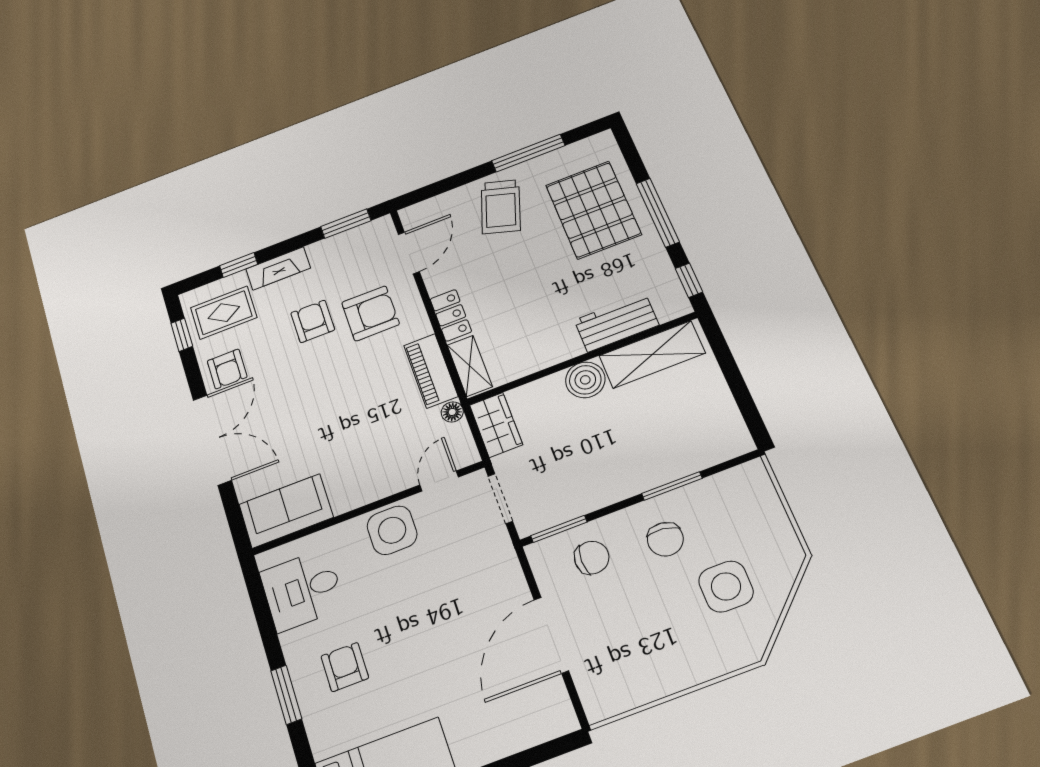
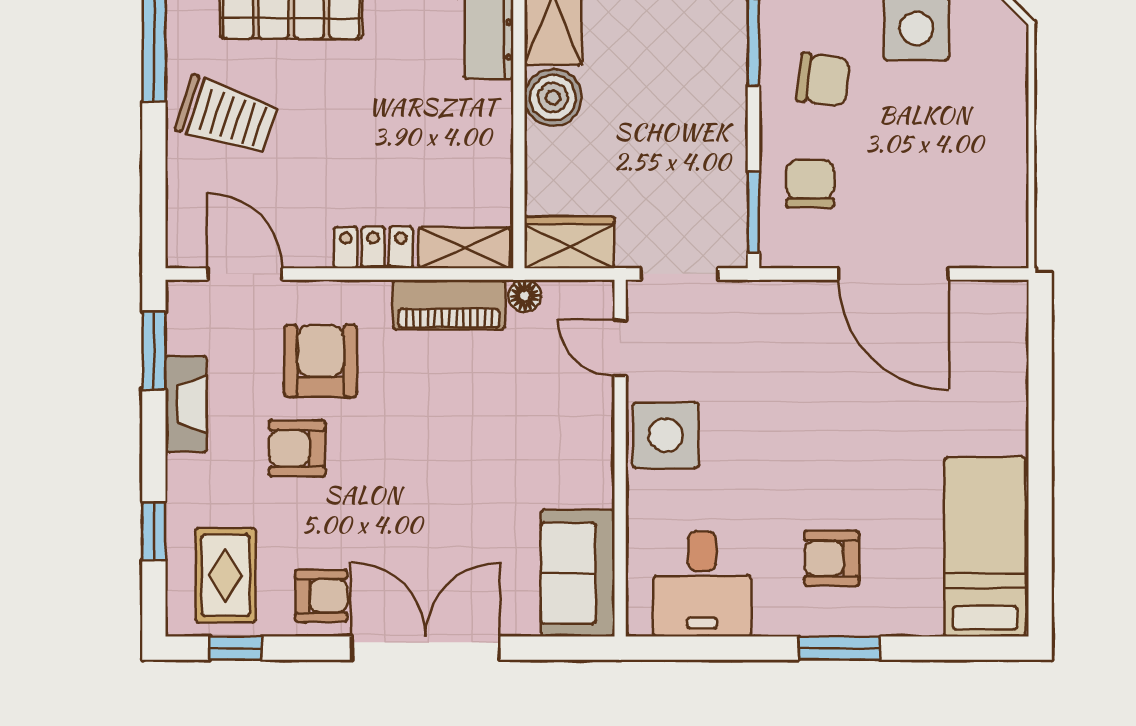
fireplace: (278, 268) -> (186, 404), moved

